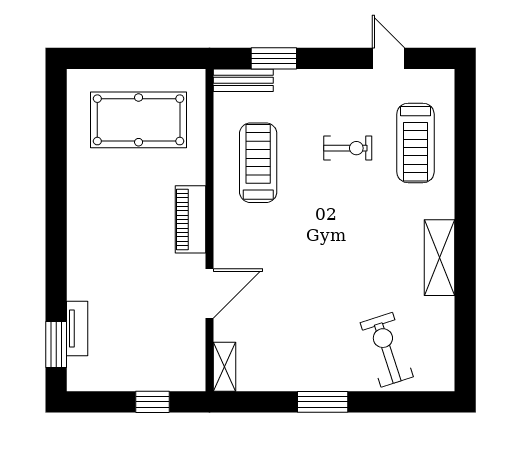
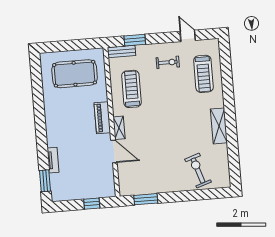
exercise bike: (348, 148) -> (168, 62), moved
door: (210, 294) -> (114, 151), hinge flipped
tv unit: (77, 329) -> (53, 160), moved
shelving: (225, 367) -> (119, 128), moved
window: (323, 402) -> (146, 199), moved

